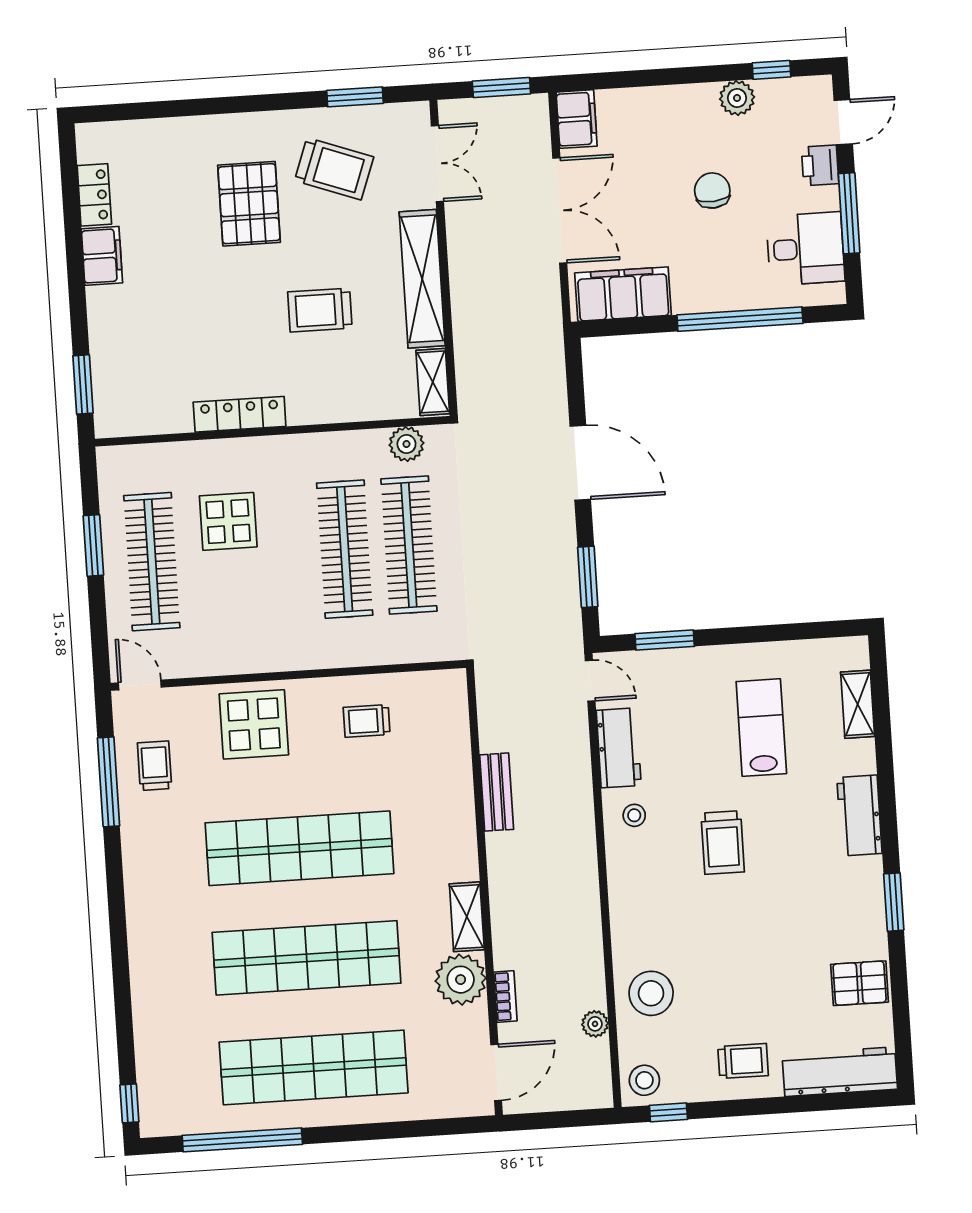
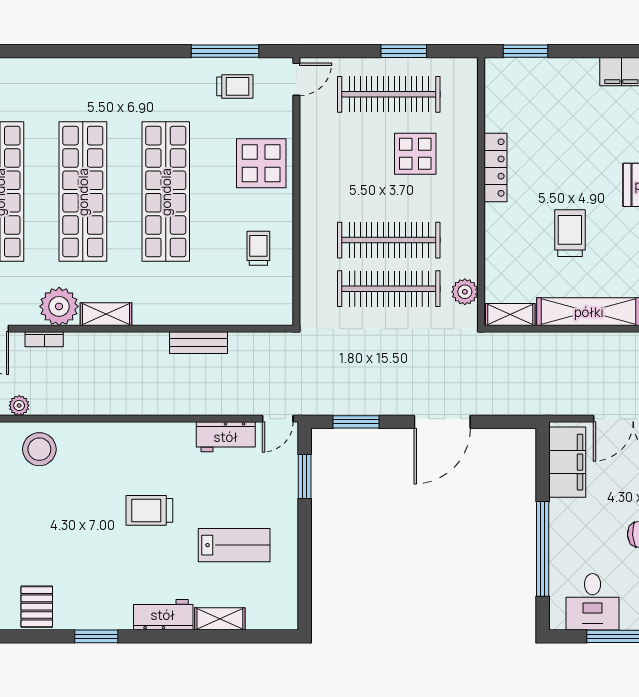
shelving: (858, 704) -> (220, 619), moved
stool: (634, 815) -> (174, 445), removed

